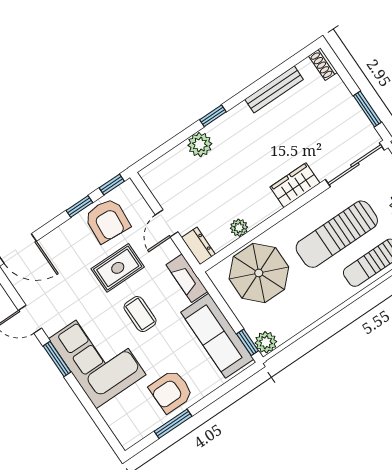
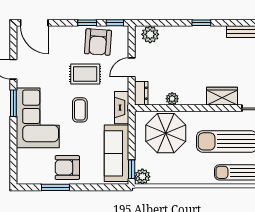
plant: (200, 145) -> (150, 34), moved

